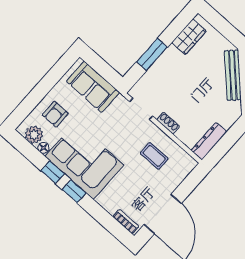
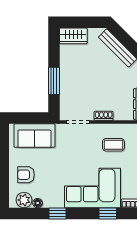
wardrobe: (189, 37) -> (73, 36), moved, turned 90
armchair: (55, 114) -> (26, 175), turned 90
corner sofa: (84, 161) -> (93, 188), moved
window: (74, 191) -> (108, 213), moved

